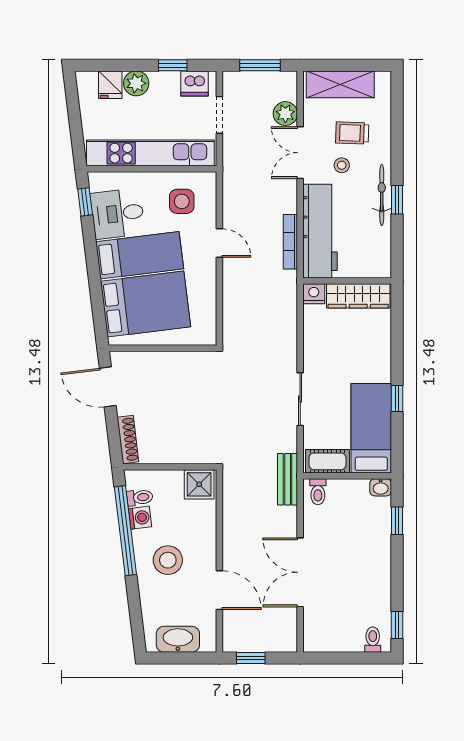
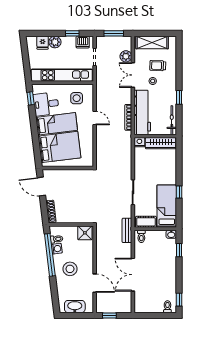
bicycle: (382, 195) -> (172, 120), moved

